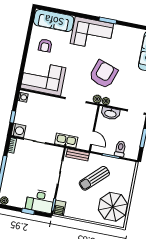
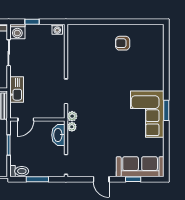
sofa: (54, 20) -> (154, 47), removed
corner sofa: (92, 34) -> (147, 114), moved
armchair: (103, 74) -> (102, 118), removed
corner sofa: (43, 78) -> (84, 48), removed
toilet: (120, 149) -> (19, 171), moved

